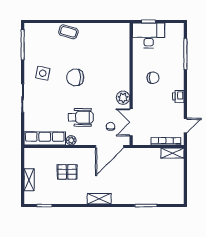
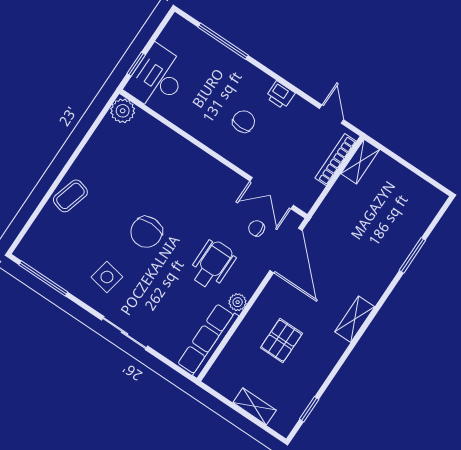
chair: (153, 78) -> (244, 121), moved
plant: (123, 98) -> (123, 111), moved

